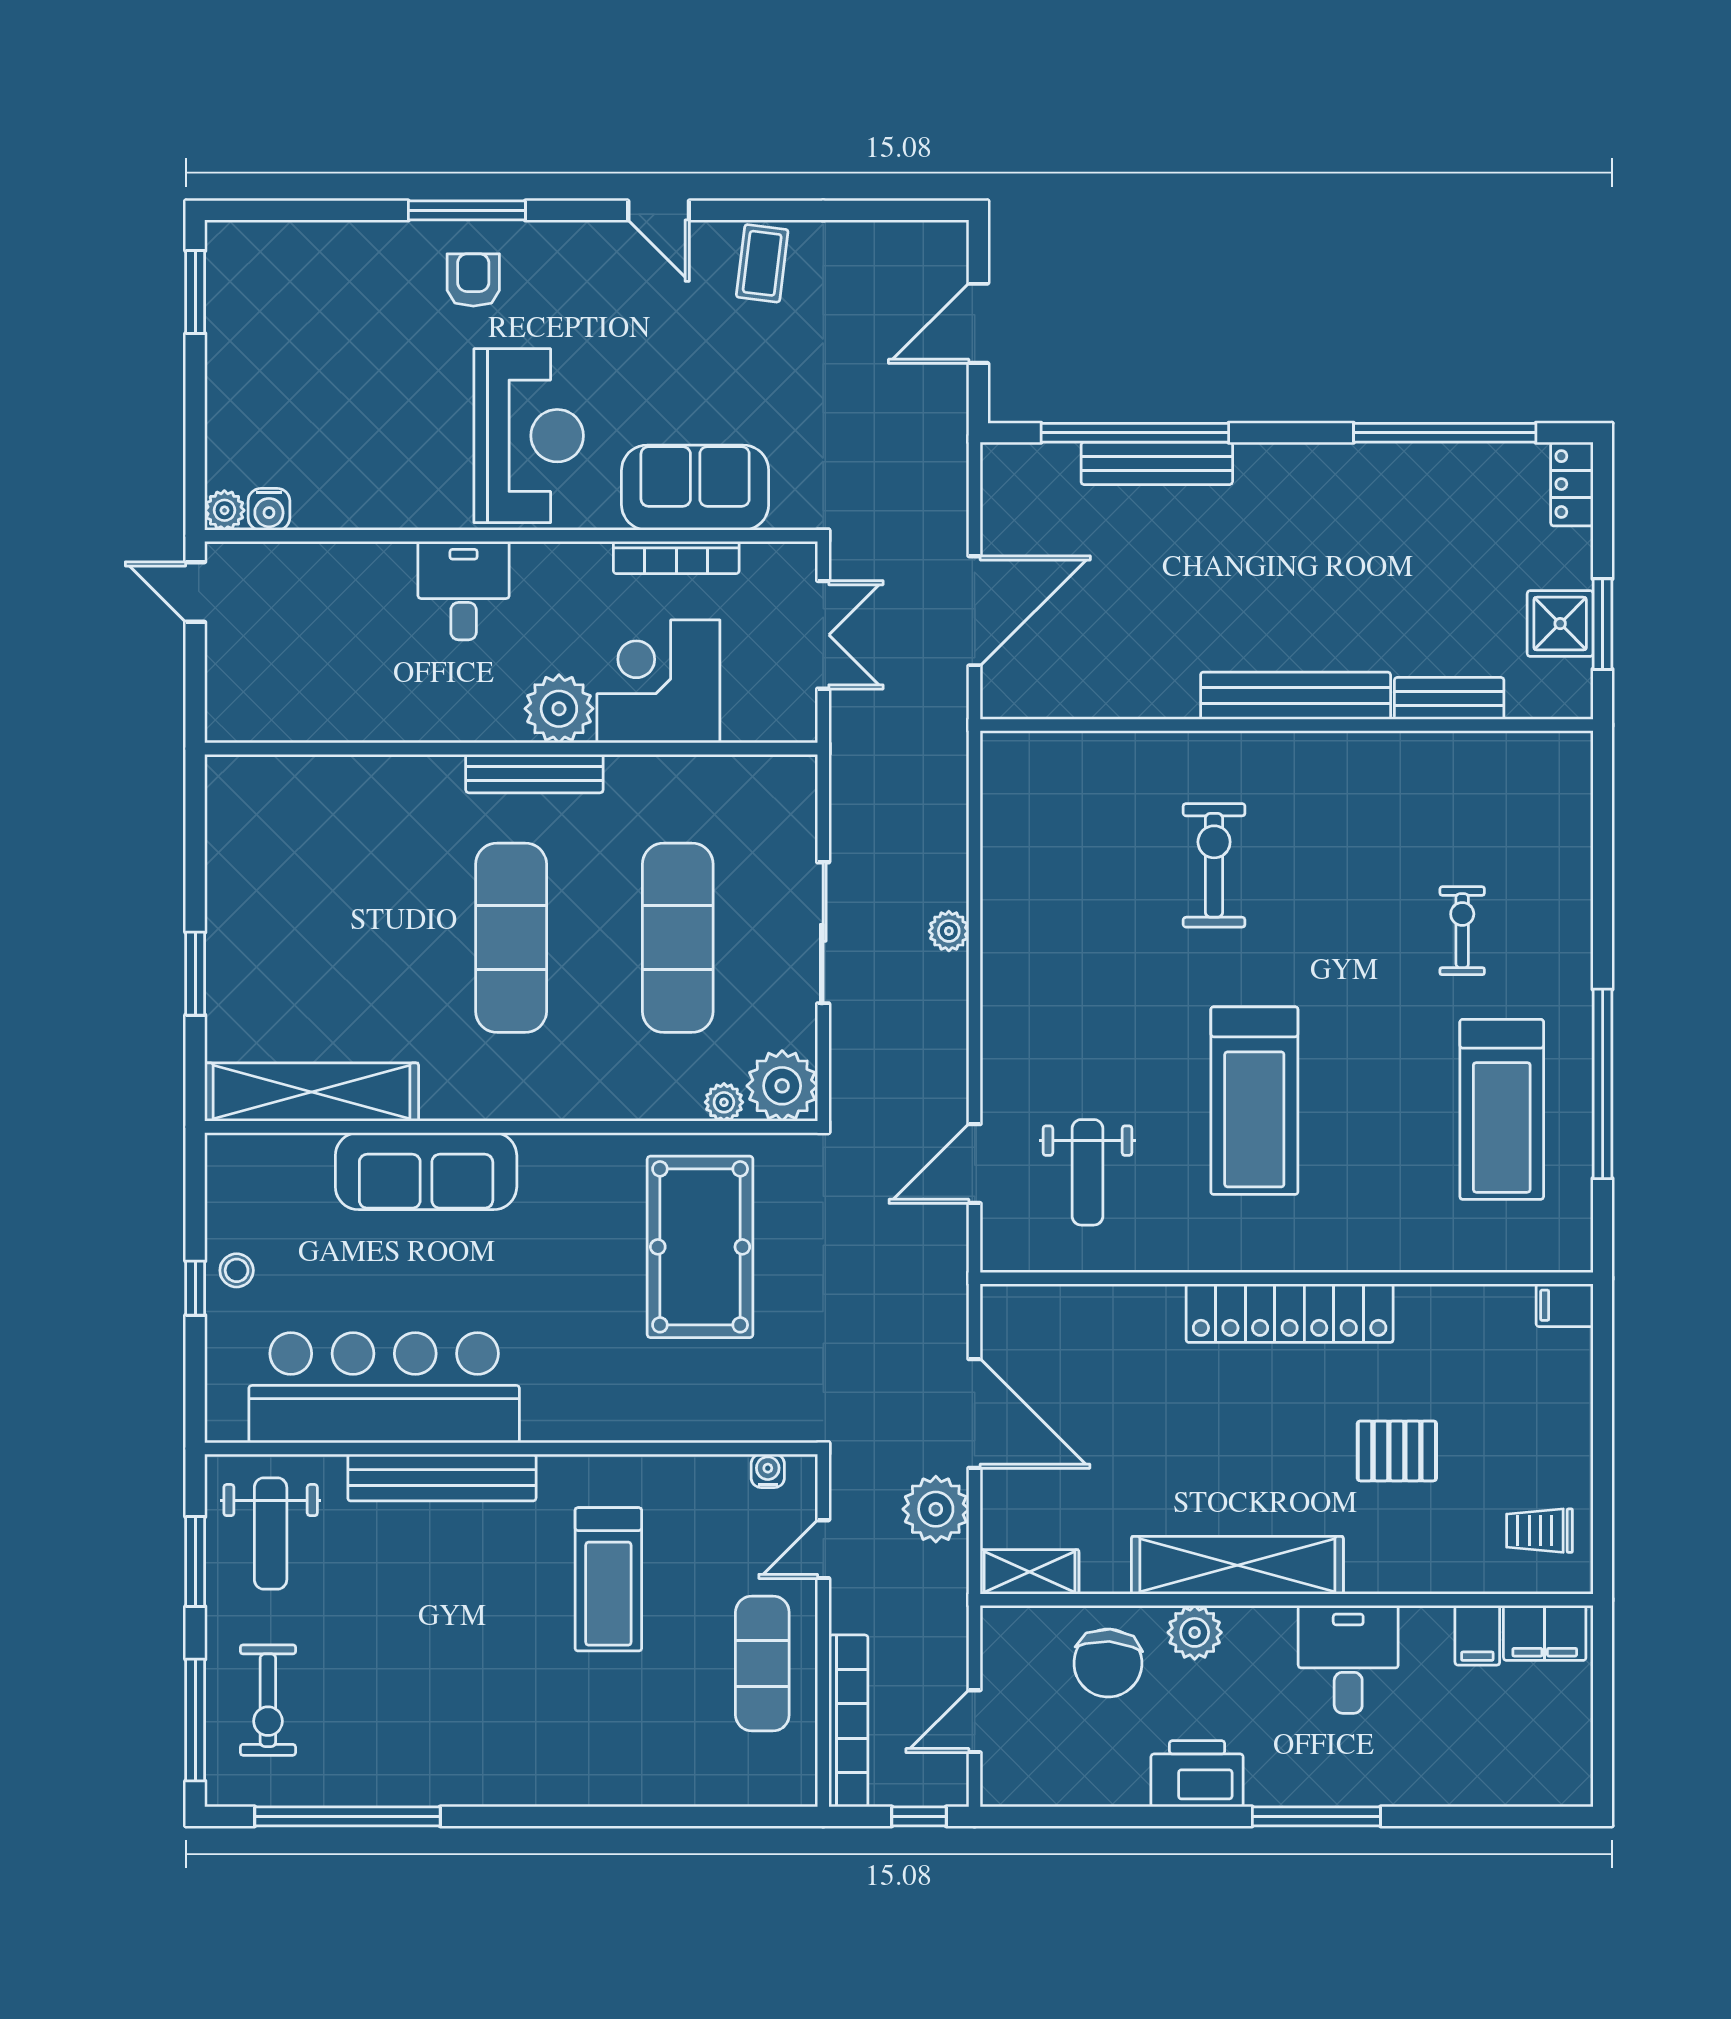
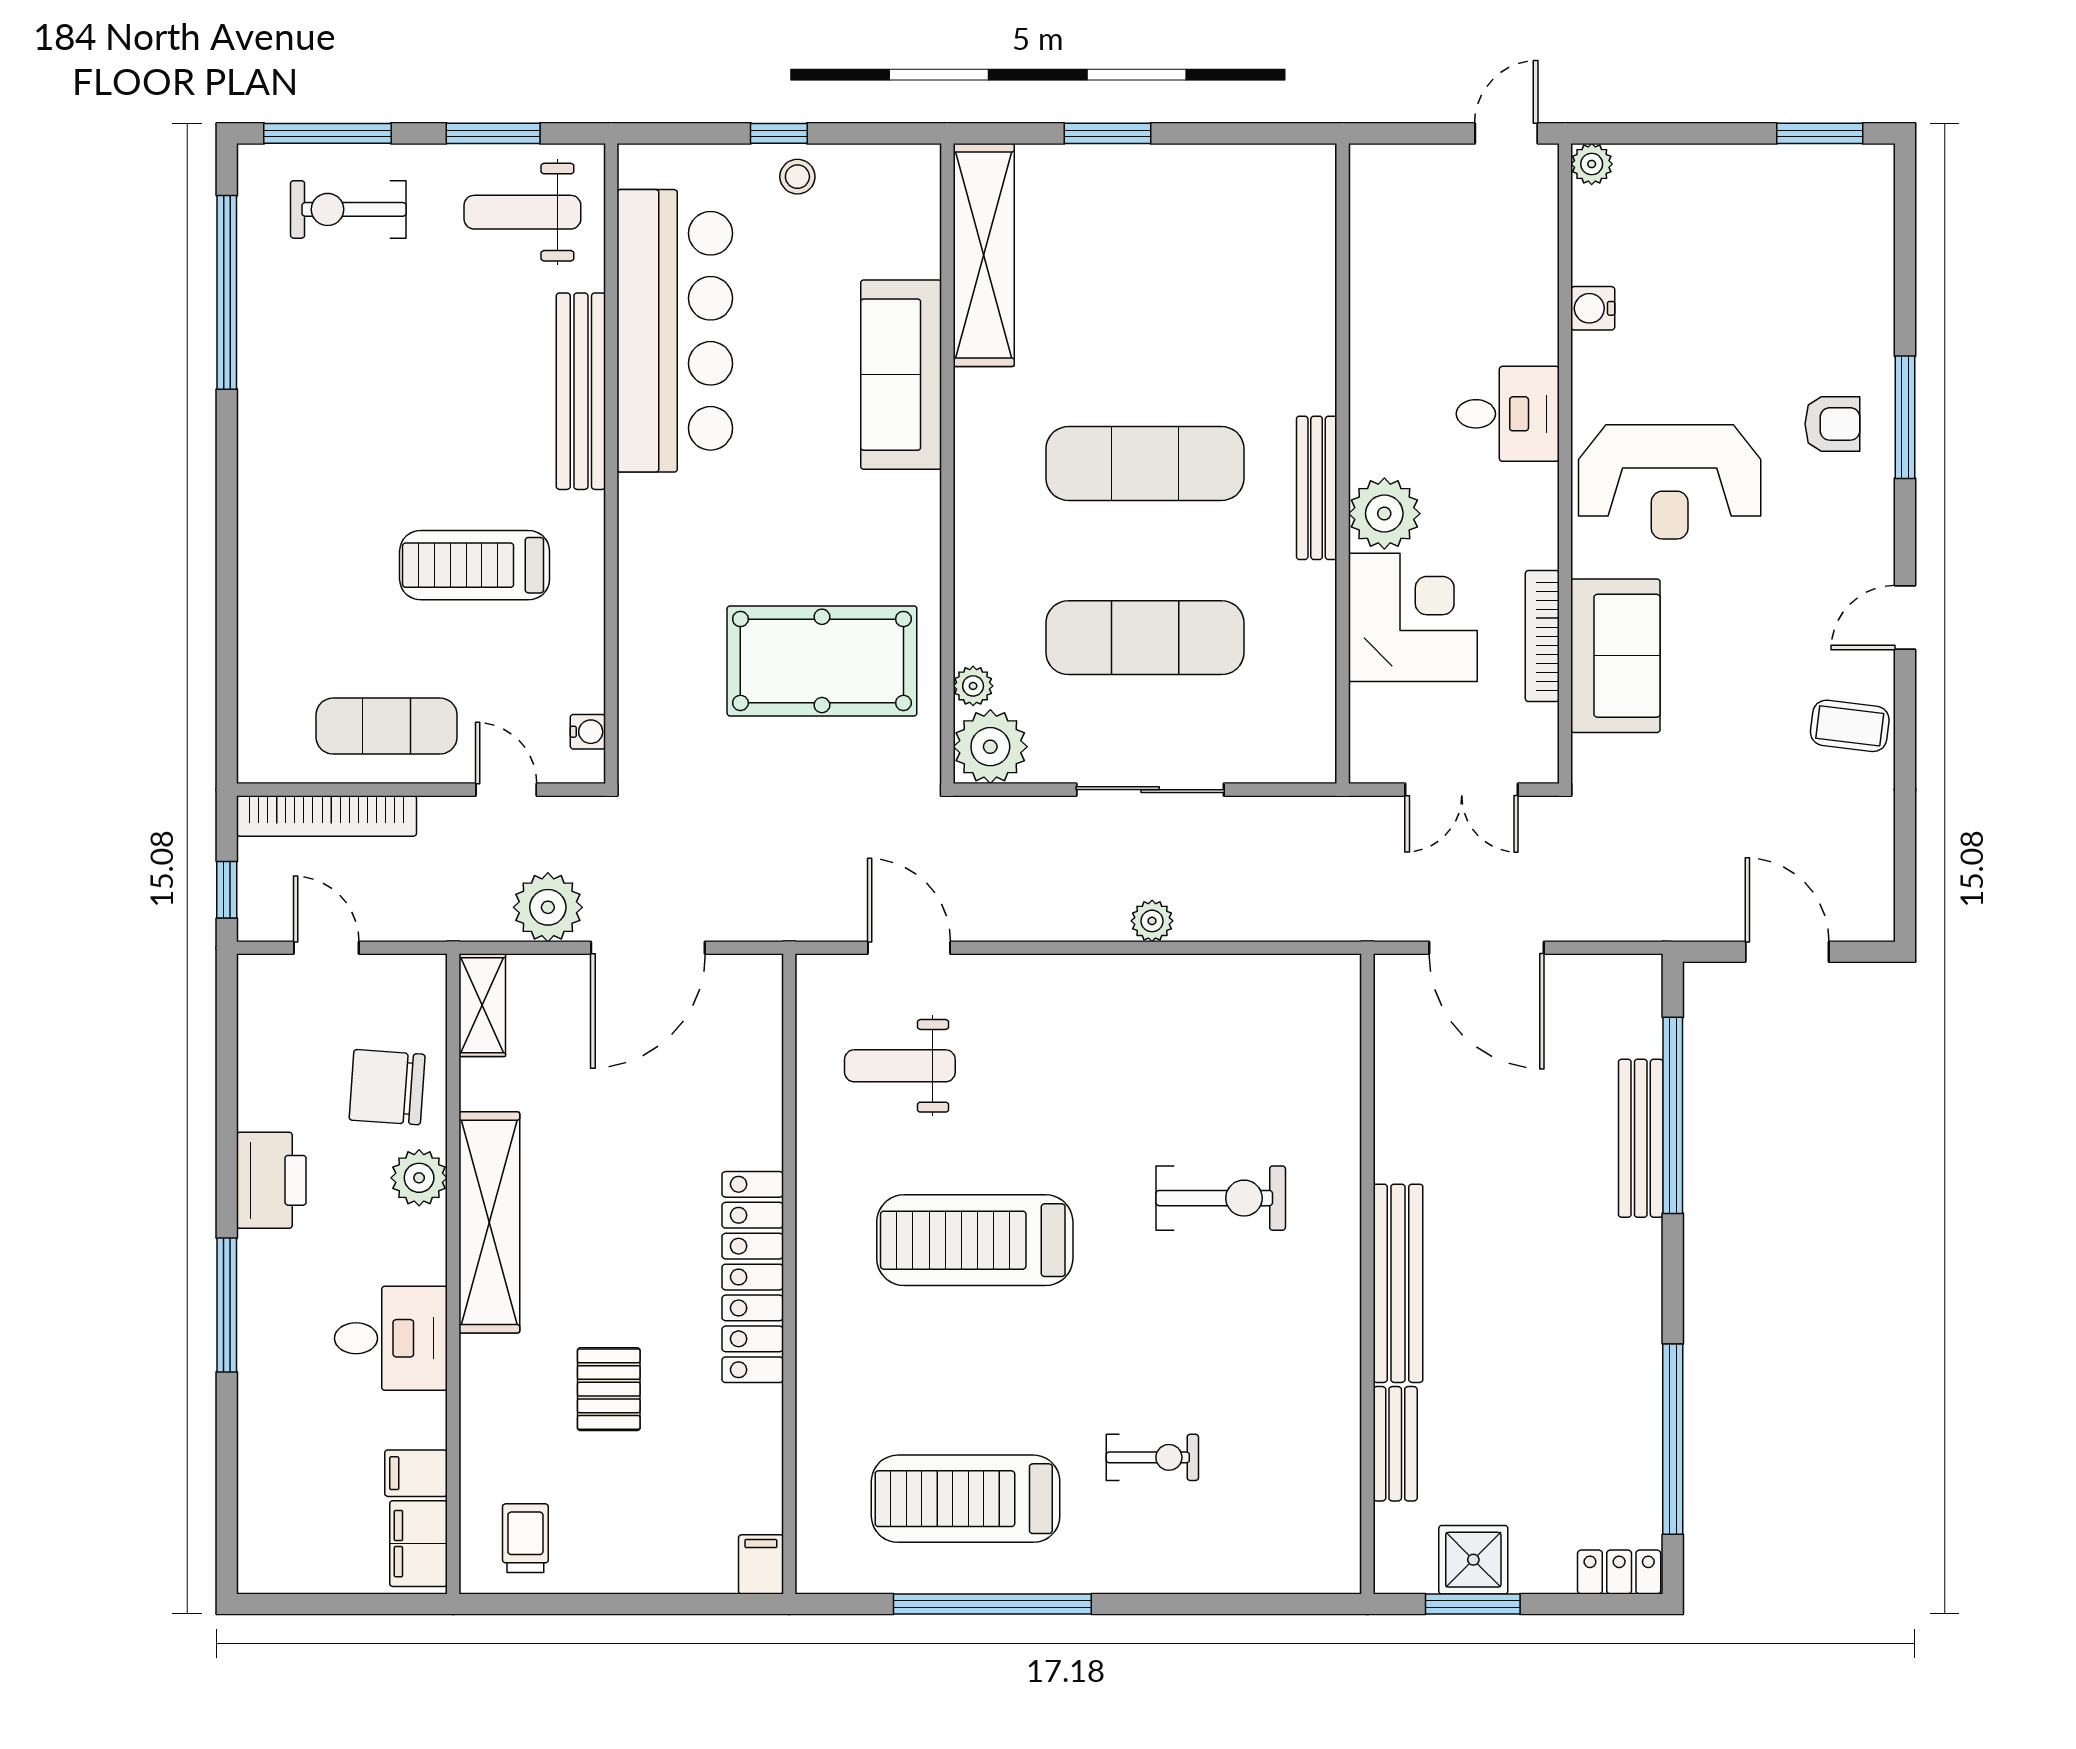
water cooler: (269, 509) -> (1593, 308), moved

